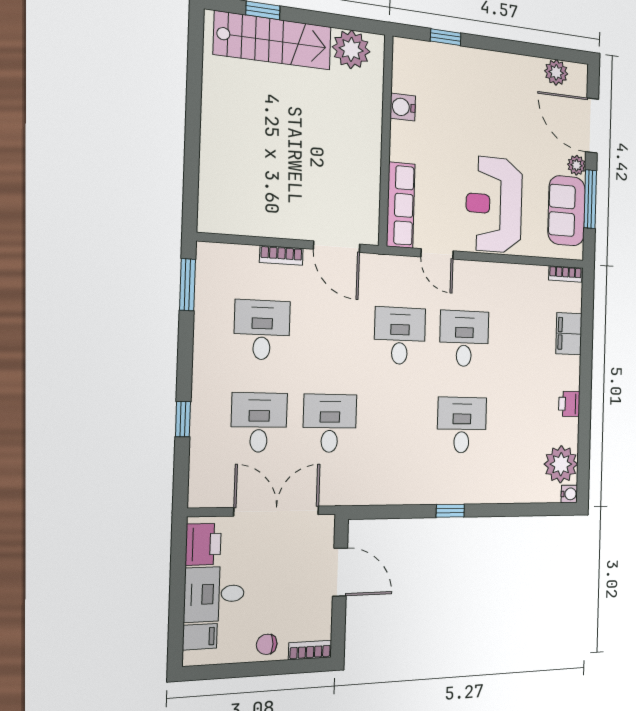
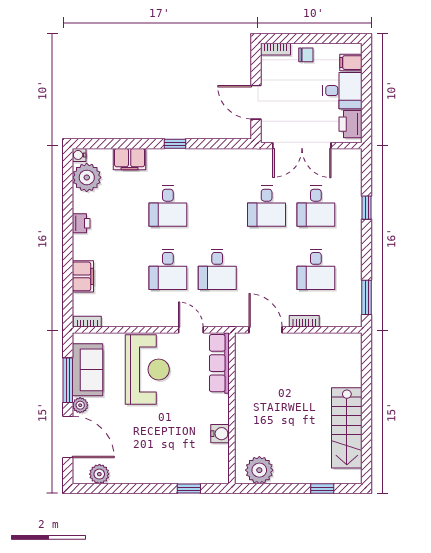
stairs: (273, 41) -> (347, 428), moved, turned -90
filing cabinet: (508, 489) -> (130, 159), added

